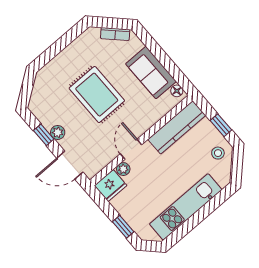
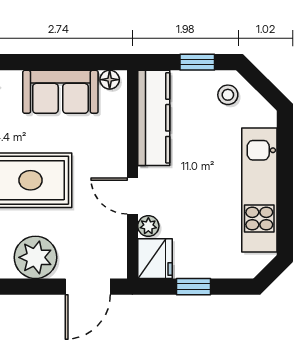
plant: (58, 132) -> (36, 257), width x1.88, depth x1.88
window: (44, 135) -> (24, 287), removed
window: (123, 227) -> (194, 287), moved

